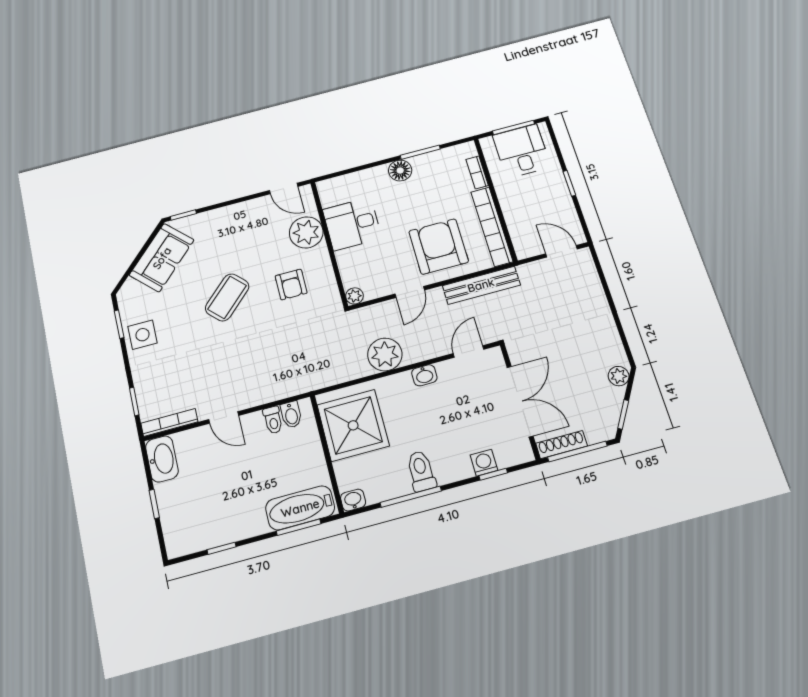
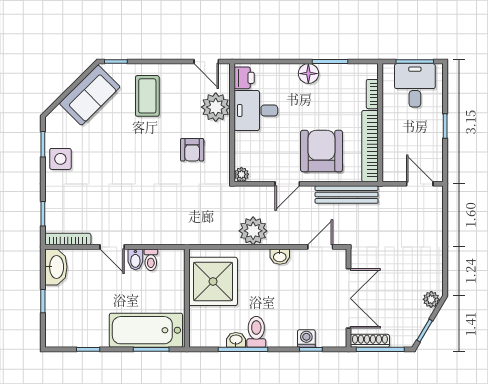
printer: (330, 194) -> (244, 78), added
coffee table: (227, 297) -> (147, 96), moved, turned -46
bidet: (291, 415) -> (135, 259), moved
washbasin: (353, 500) -> (236, 340), moved
bathtub: (300, 508) -> (146, 330), width x1.36, depth x1.36

